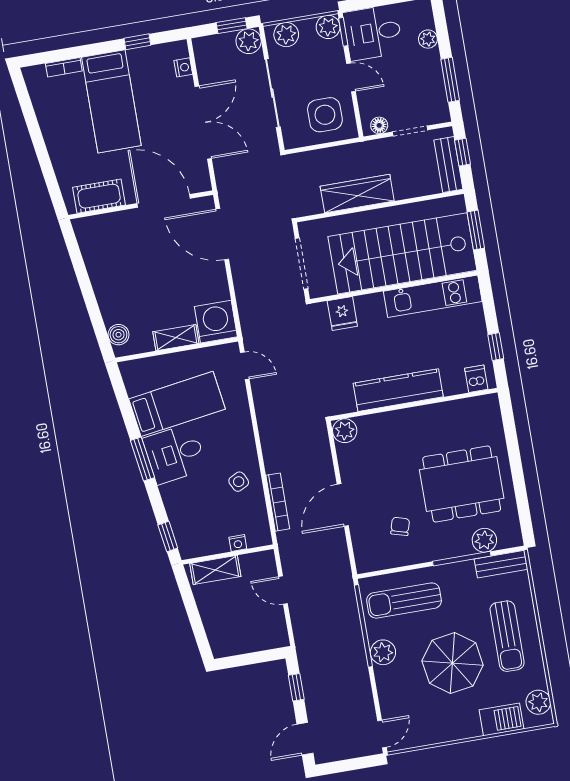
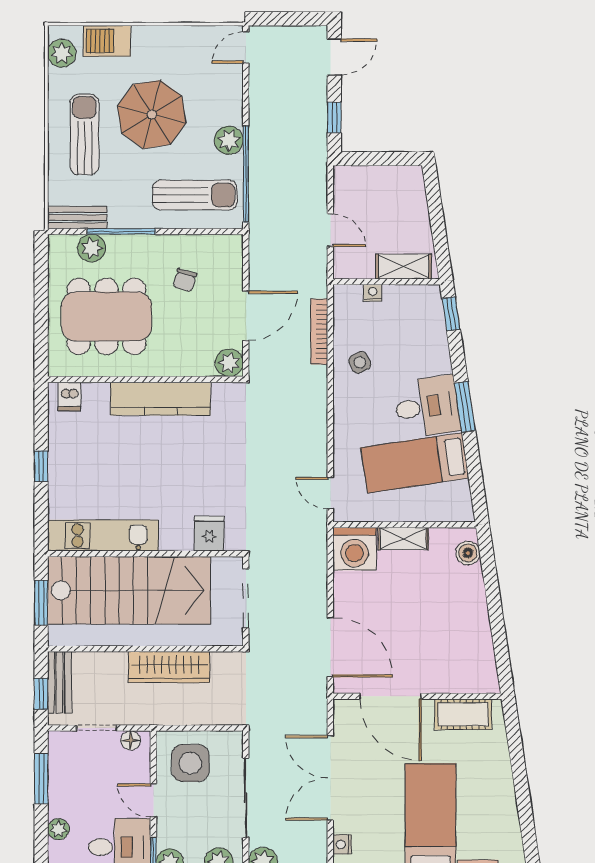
dishwasher: (476, 379) -> (69, 396), moved
kitchen counter: (398, 390) -> (160, 399), moved
wall: (414, 404) -> (145, 379), moved
plant: (345, 431) -> (229, 363), moved

